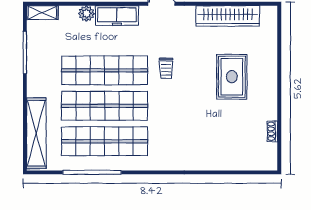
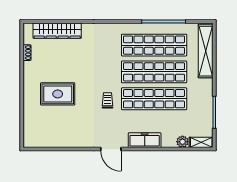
plant: (86, 14) -> (182, 142), moved
wardrobe: (228, 16) -> (57, 31), moved, turned 180
rug: (232, 77) -> (58, 94), turned 90

